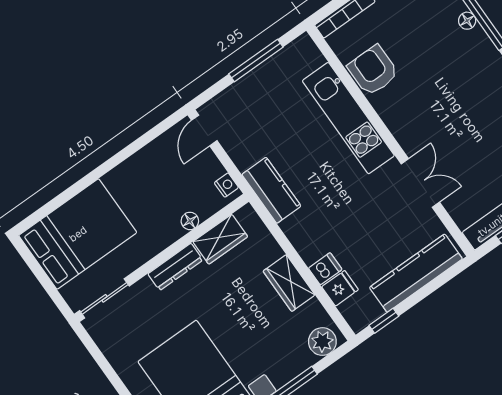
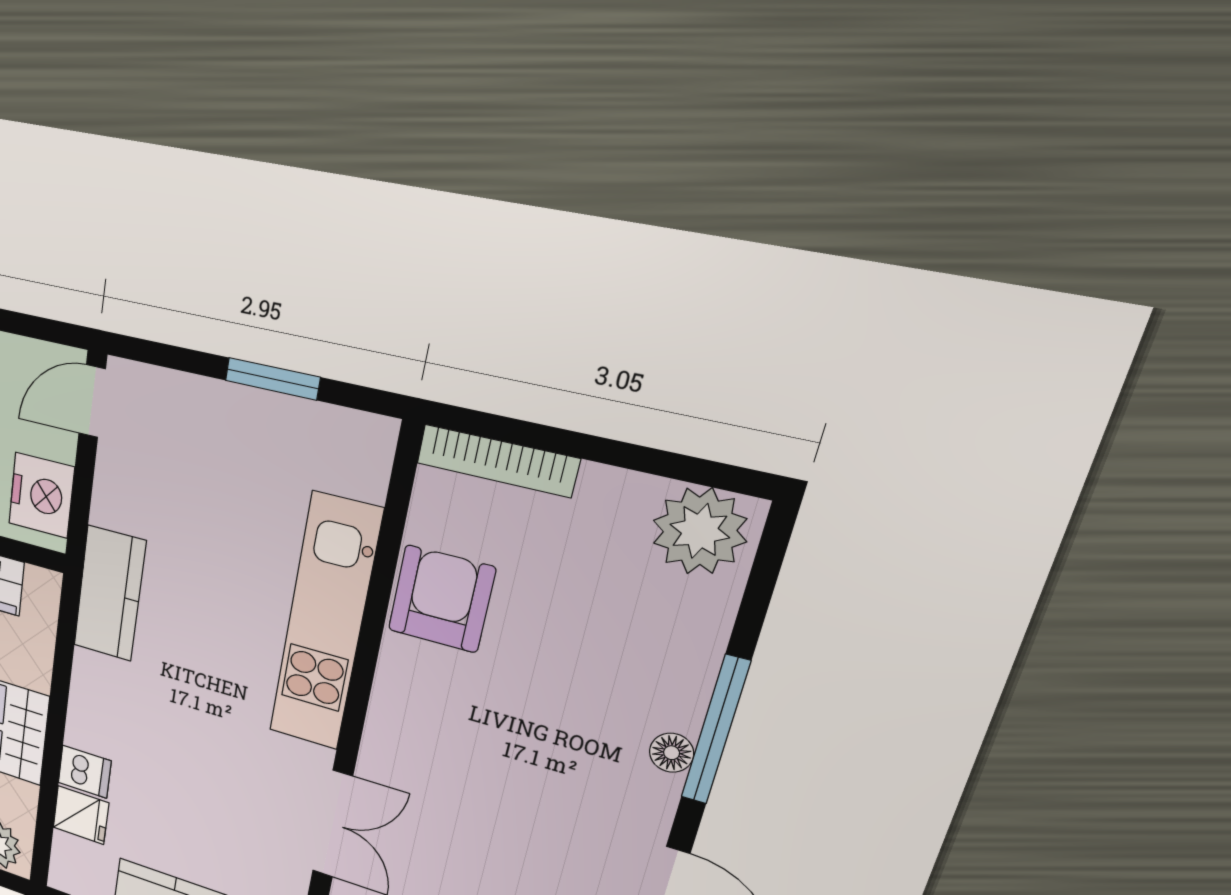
floor lamp: (467, 21) -> (672, 753), moved
window: (256, 61) -> (272, 379), width x0.69
nightstand: (226, 185) -> (41, 495), width x1.89, depth x1.79

